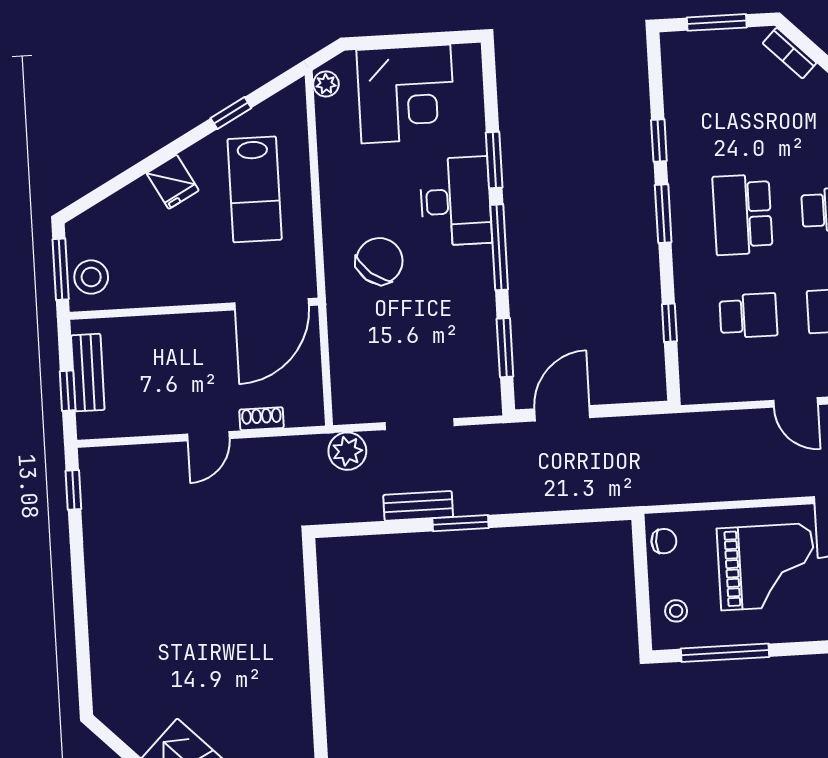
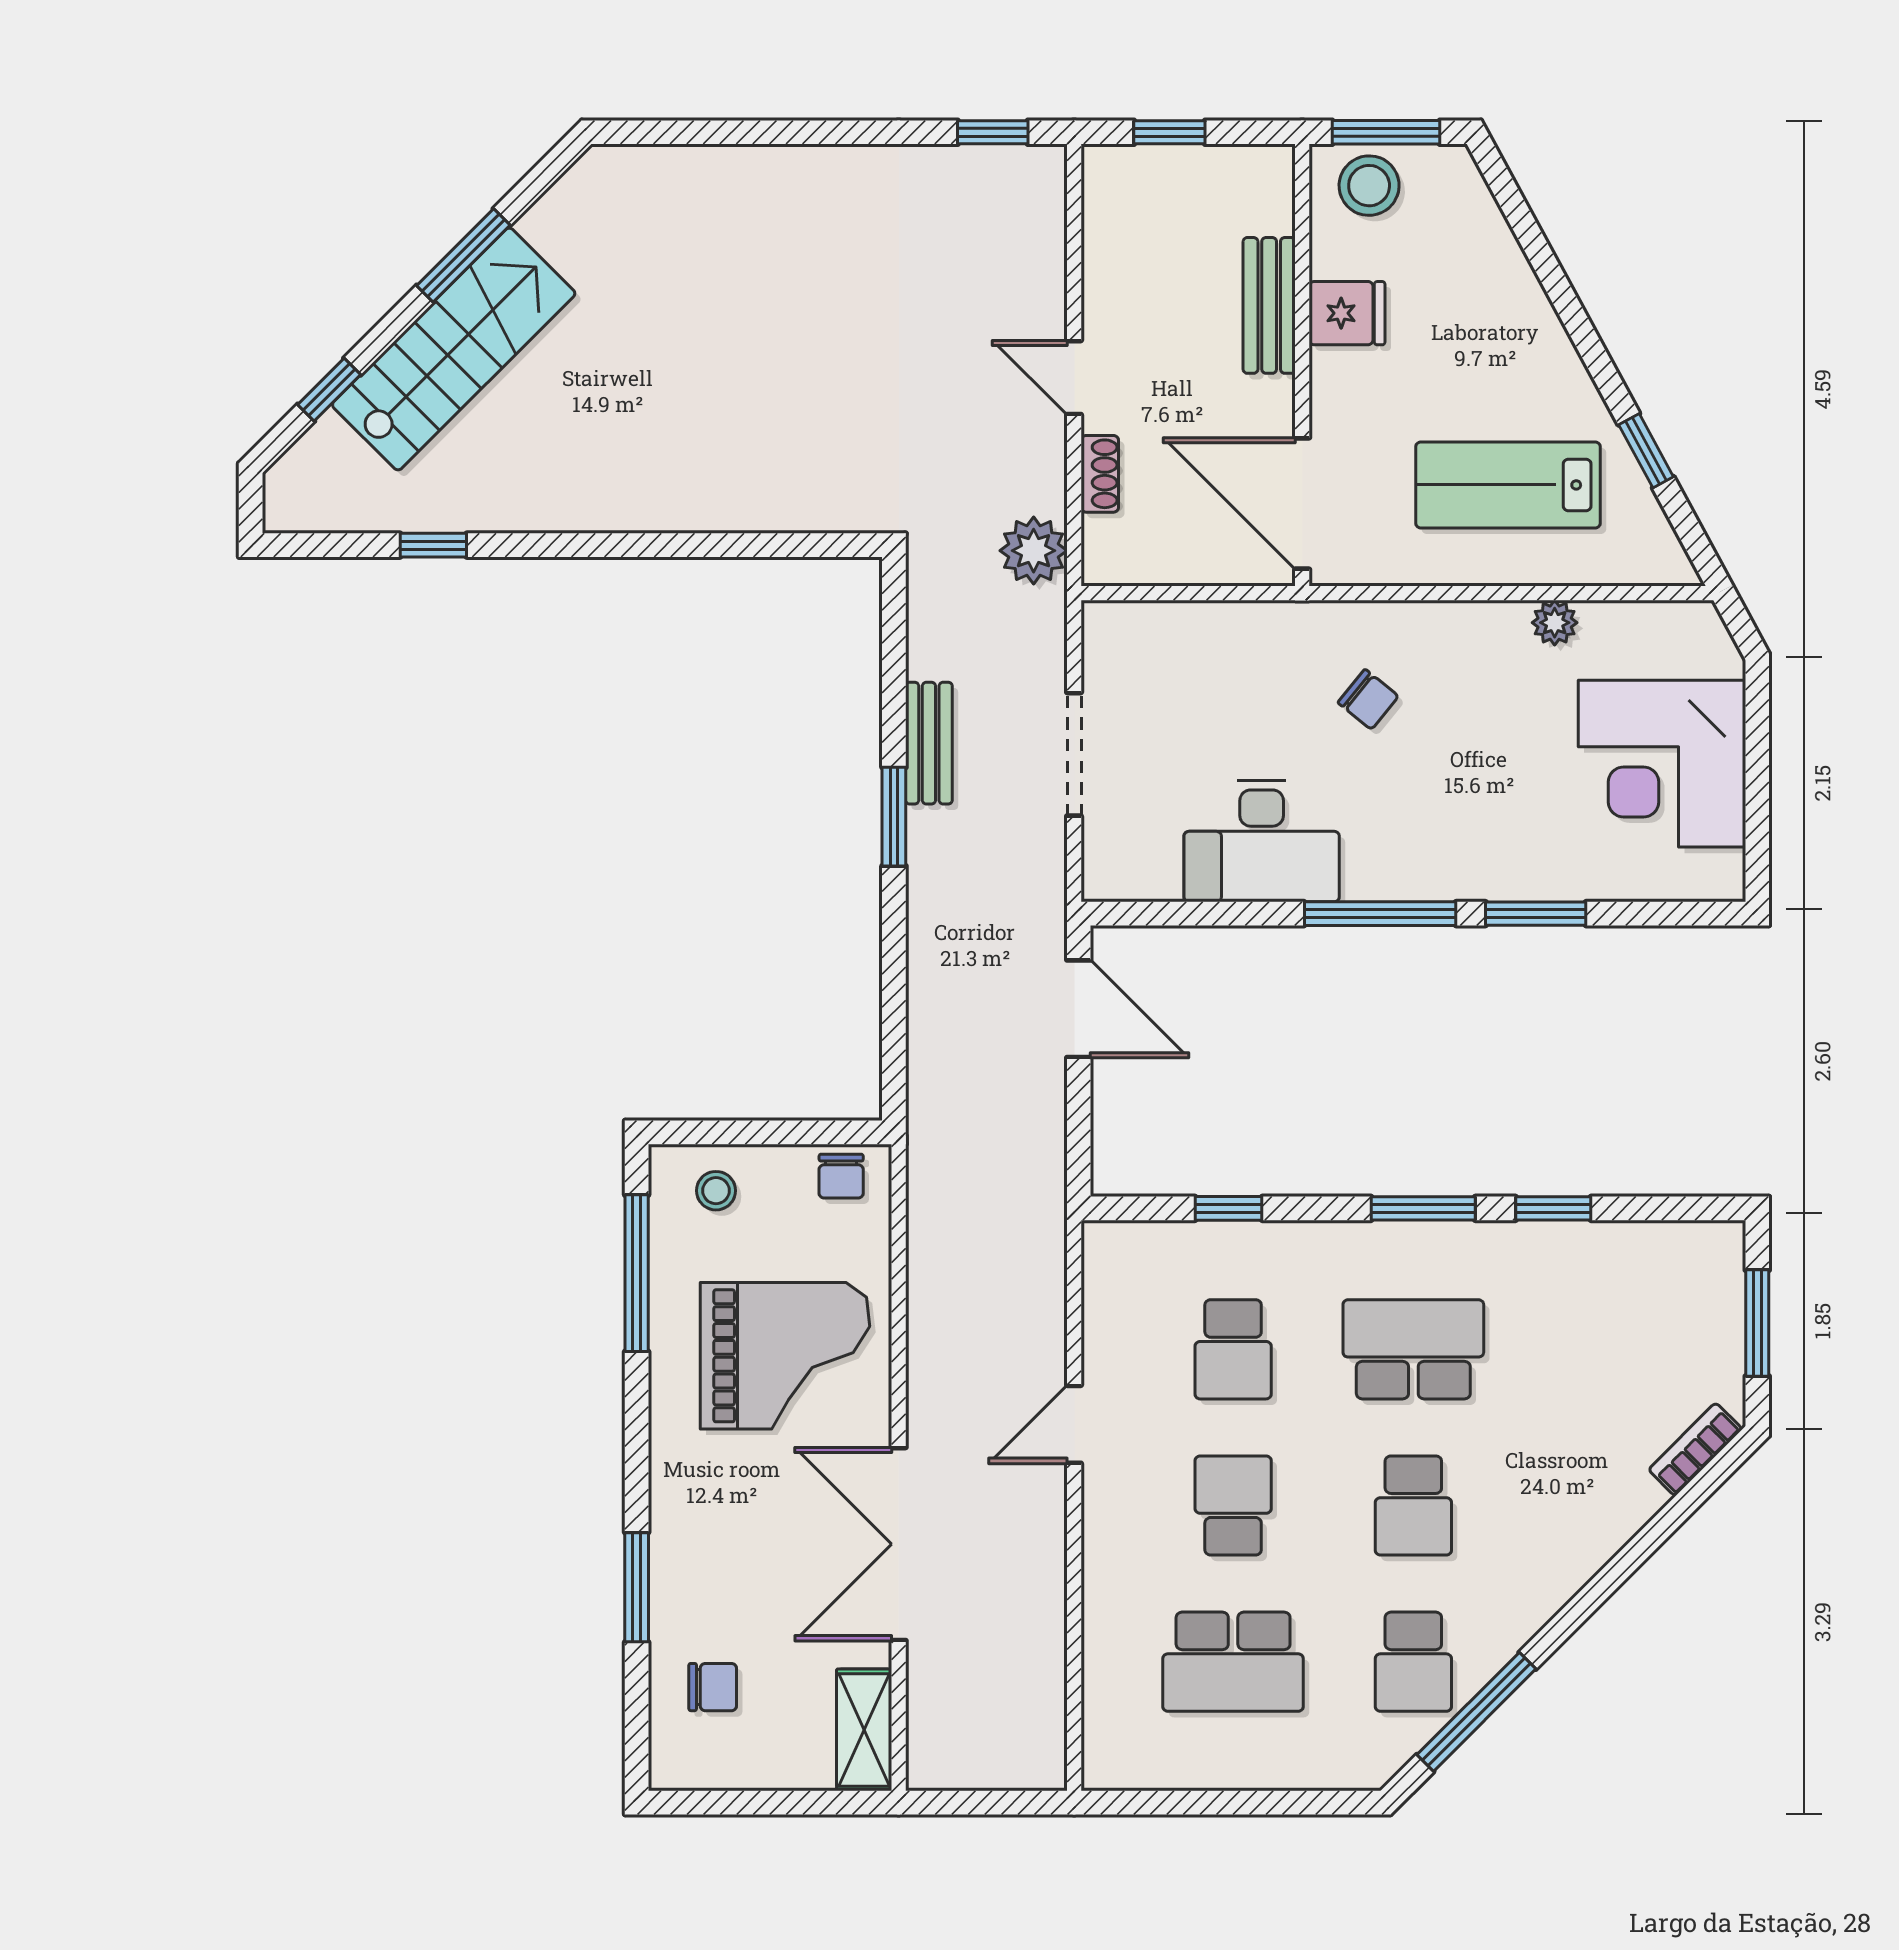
plant: (326, 84) -> (1555, 623), moved
fridge: (173, 182) -> (1347, 313), moved, turned -152
desk: (456, 201) -> (1262, 841), moved
chair: (379, 261) -> (1368, 699), width x0.54, depth x0.54
window: (505, 348) -> (1201, 914), removed
bench: (88, 373) -> (1269, 305), moved, turned 90
plant: (347, 451) -> (1034, 551), moved
grand piano: (767, 567) -> (785, 1356), turned -90

